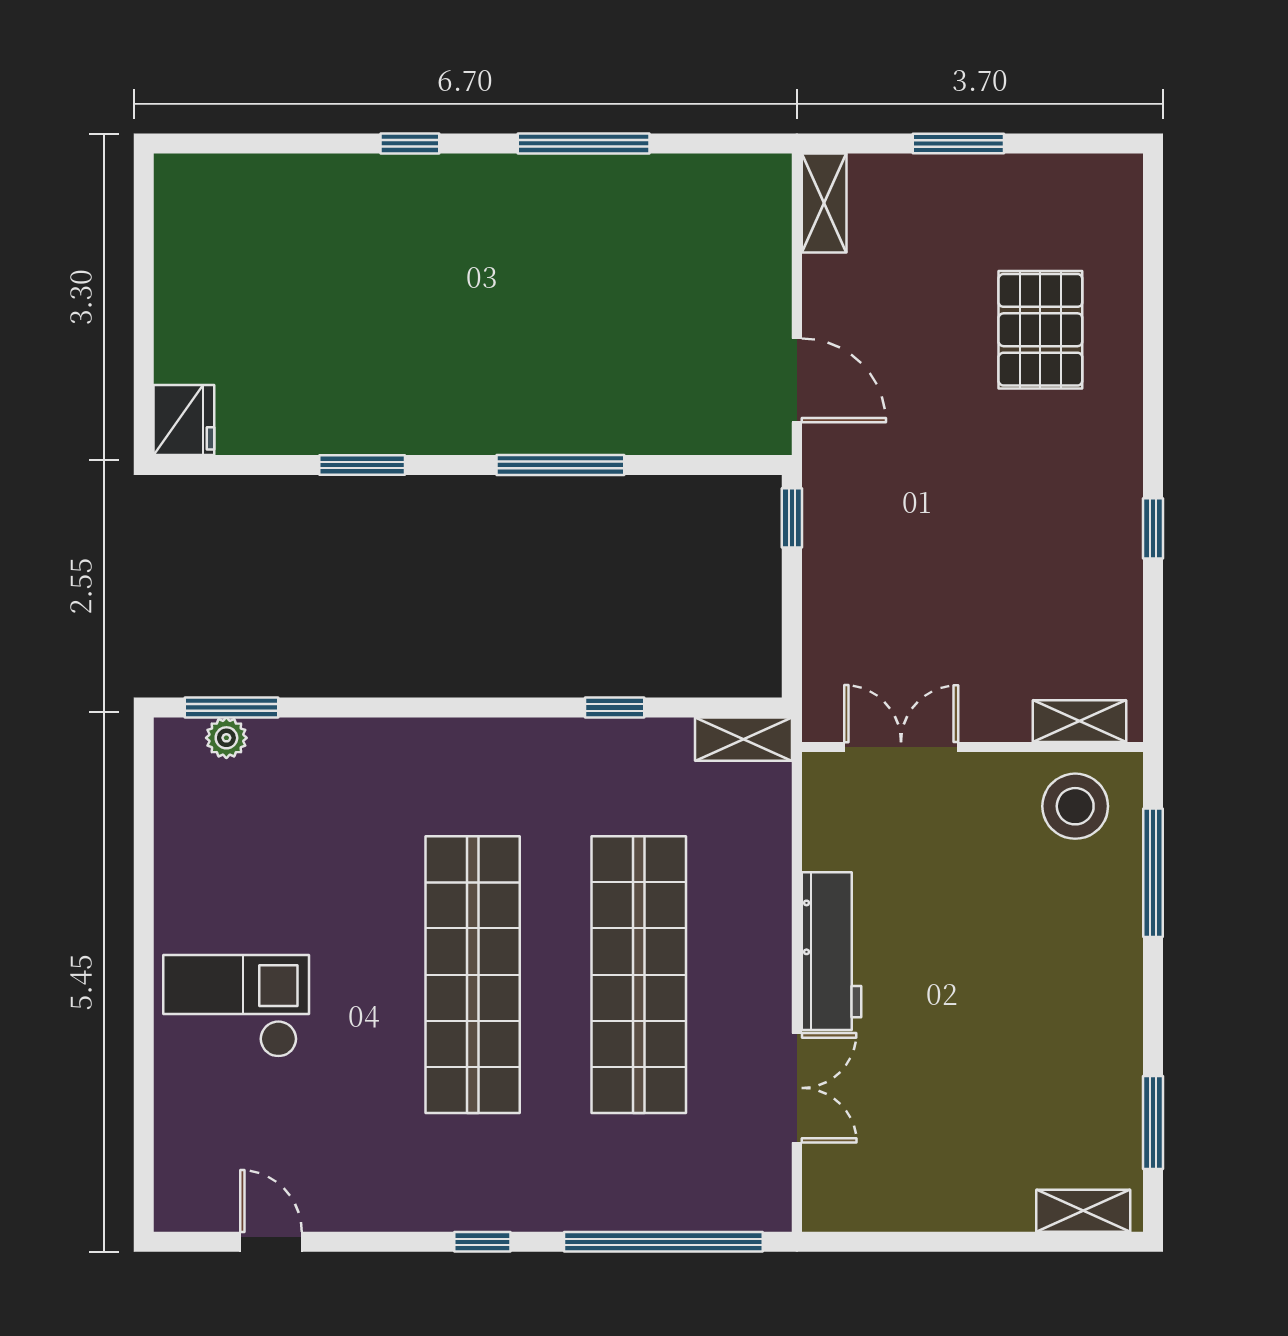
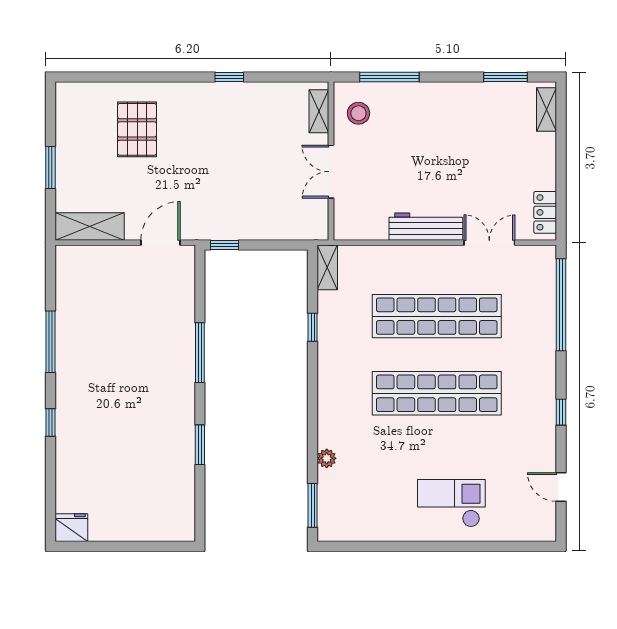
shelving: (824, 203) -> (90, 227), width x1.50, depth x1.33
pallet: (1040, 330) -> (137, 129), turned 90
fridge: (184, 420) -> (71, 528), moved
plant: (226, 738) -> (327, 458), moved
double door: (901, 747) -> (331, 172), moved
stool: (1075, 806) -> (358, 113), width x0.73, depth x0.73
checkout: (236, 1006) -> (451, 503), turned 90
locker: (862, 1208) -> (545, 212), added
door: (271, 1242) -> (561, 487), hinge flipped
window: (482, 1242) -> (561, 412), moved

